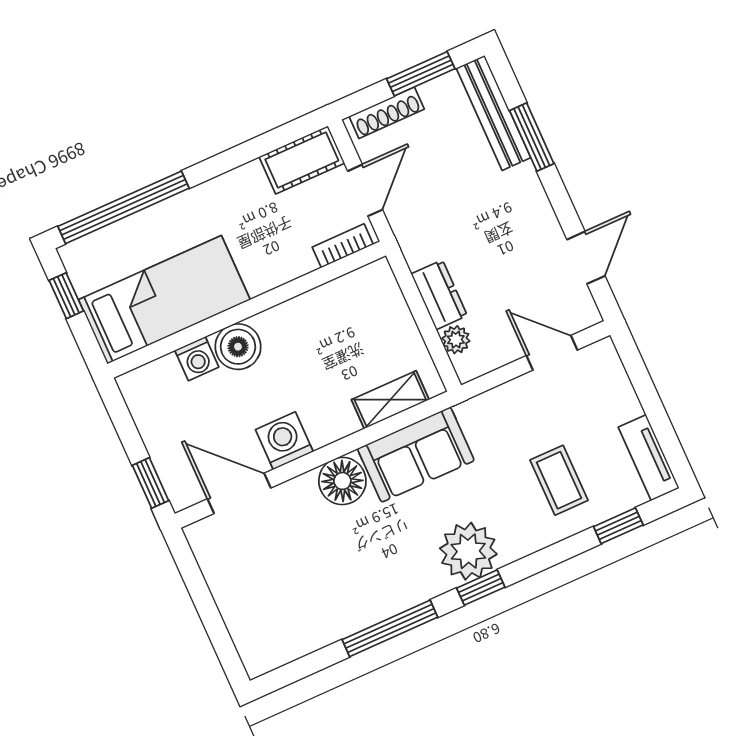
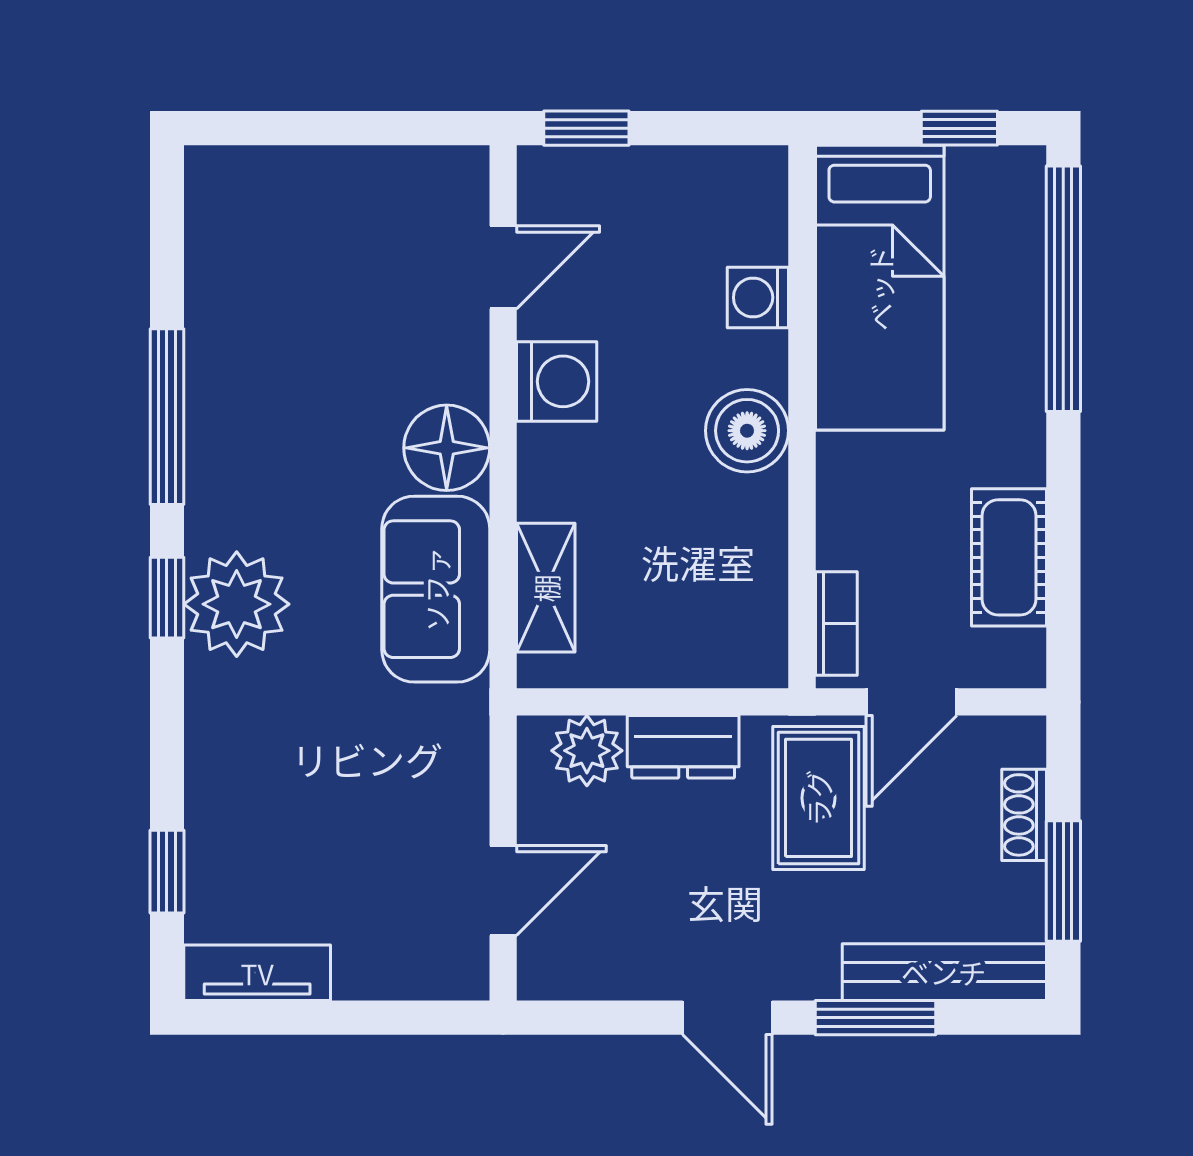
shoe rack: (387, 113) -> (1024, 815), width x0.70
cot: (302, 160) -> (1009, 557), moved
door: (365, 190) -> (911, 702), hinge flipped
rug: (434, 215) -> (818, 798), added
door: (586, 258) -> (727, 1018), moved
plant: (456, 340) -> (587, 751), width x1.38, depth x1.38
boiler: (238, 347) -> (747, 431), moved
coffee table: (559, 480) -> (287, 807), removed
door: (239, 493) -> (503, 267), width x0.73

